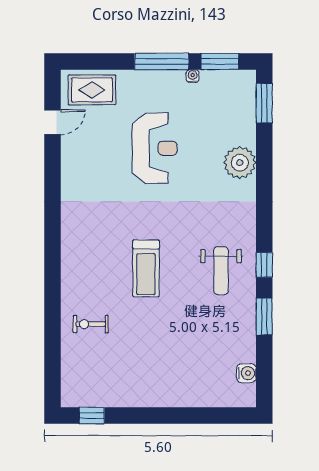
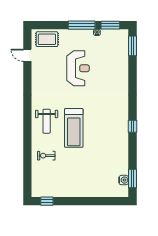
door: (53, 122) -> (27, 55), swing flipped
plant: (240, 163) -> (120, 75), removed
treadmill: (146, 268) -> (74, 128), width x1.37, depth x1.38
weight bench: (221, 271) -> (47, 121), moved
window: (264, 317) -> (133, 179), moved

